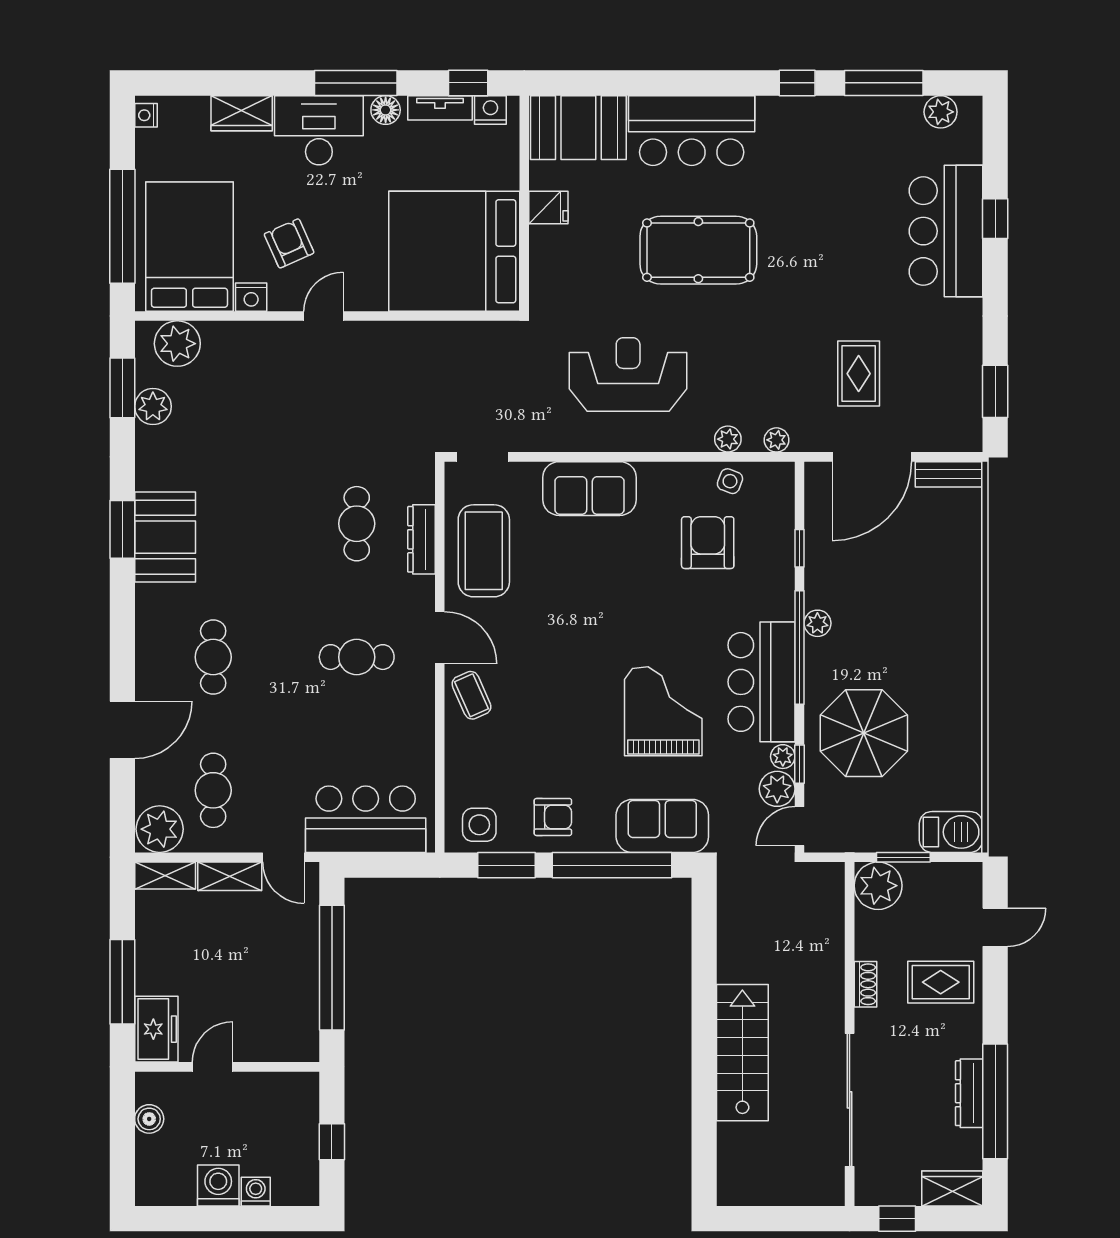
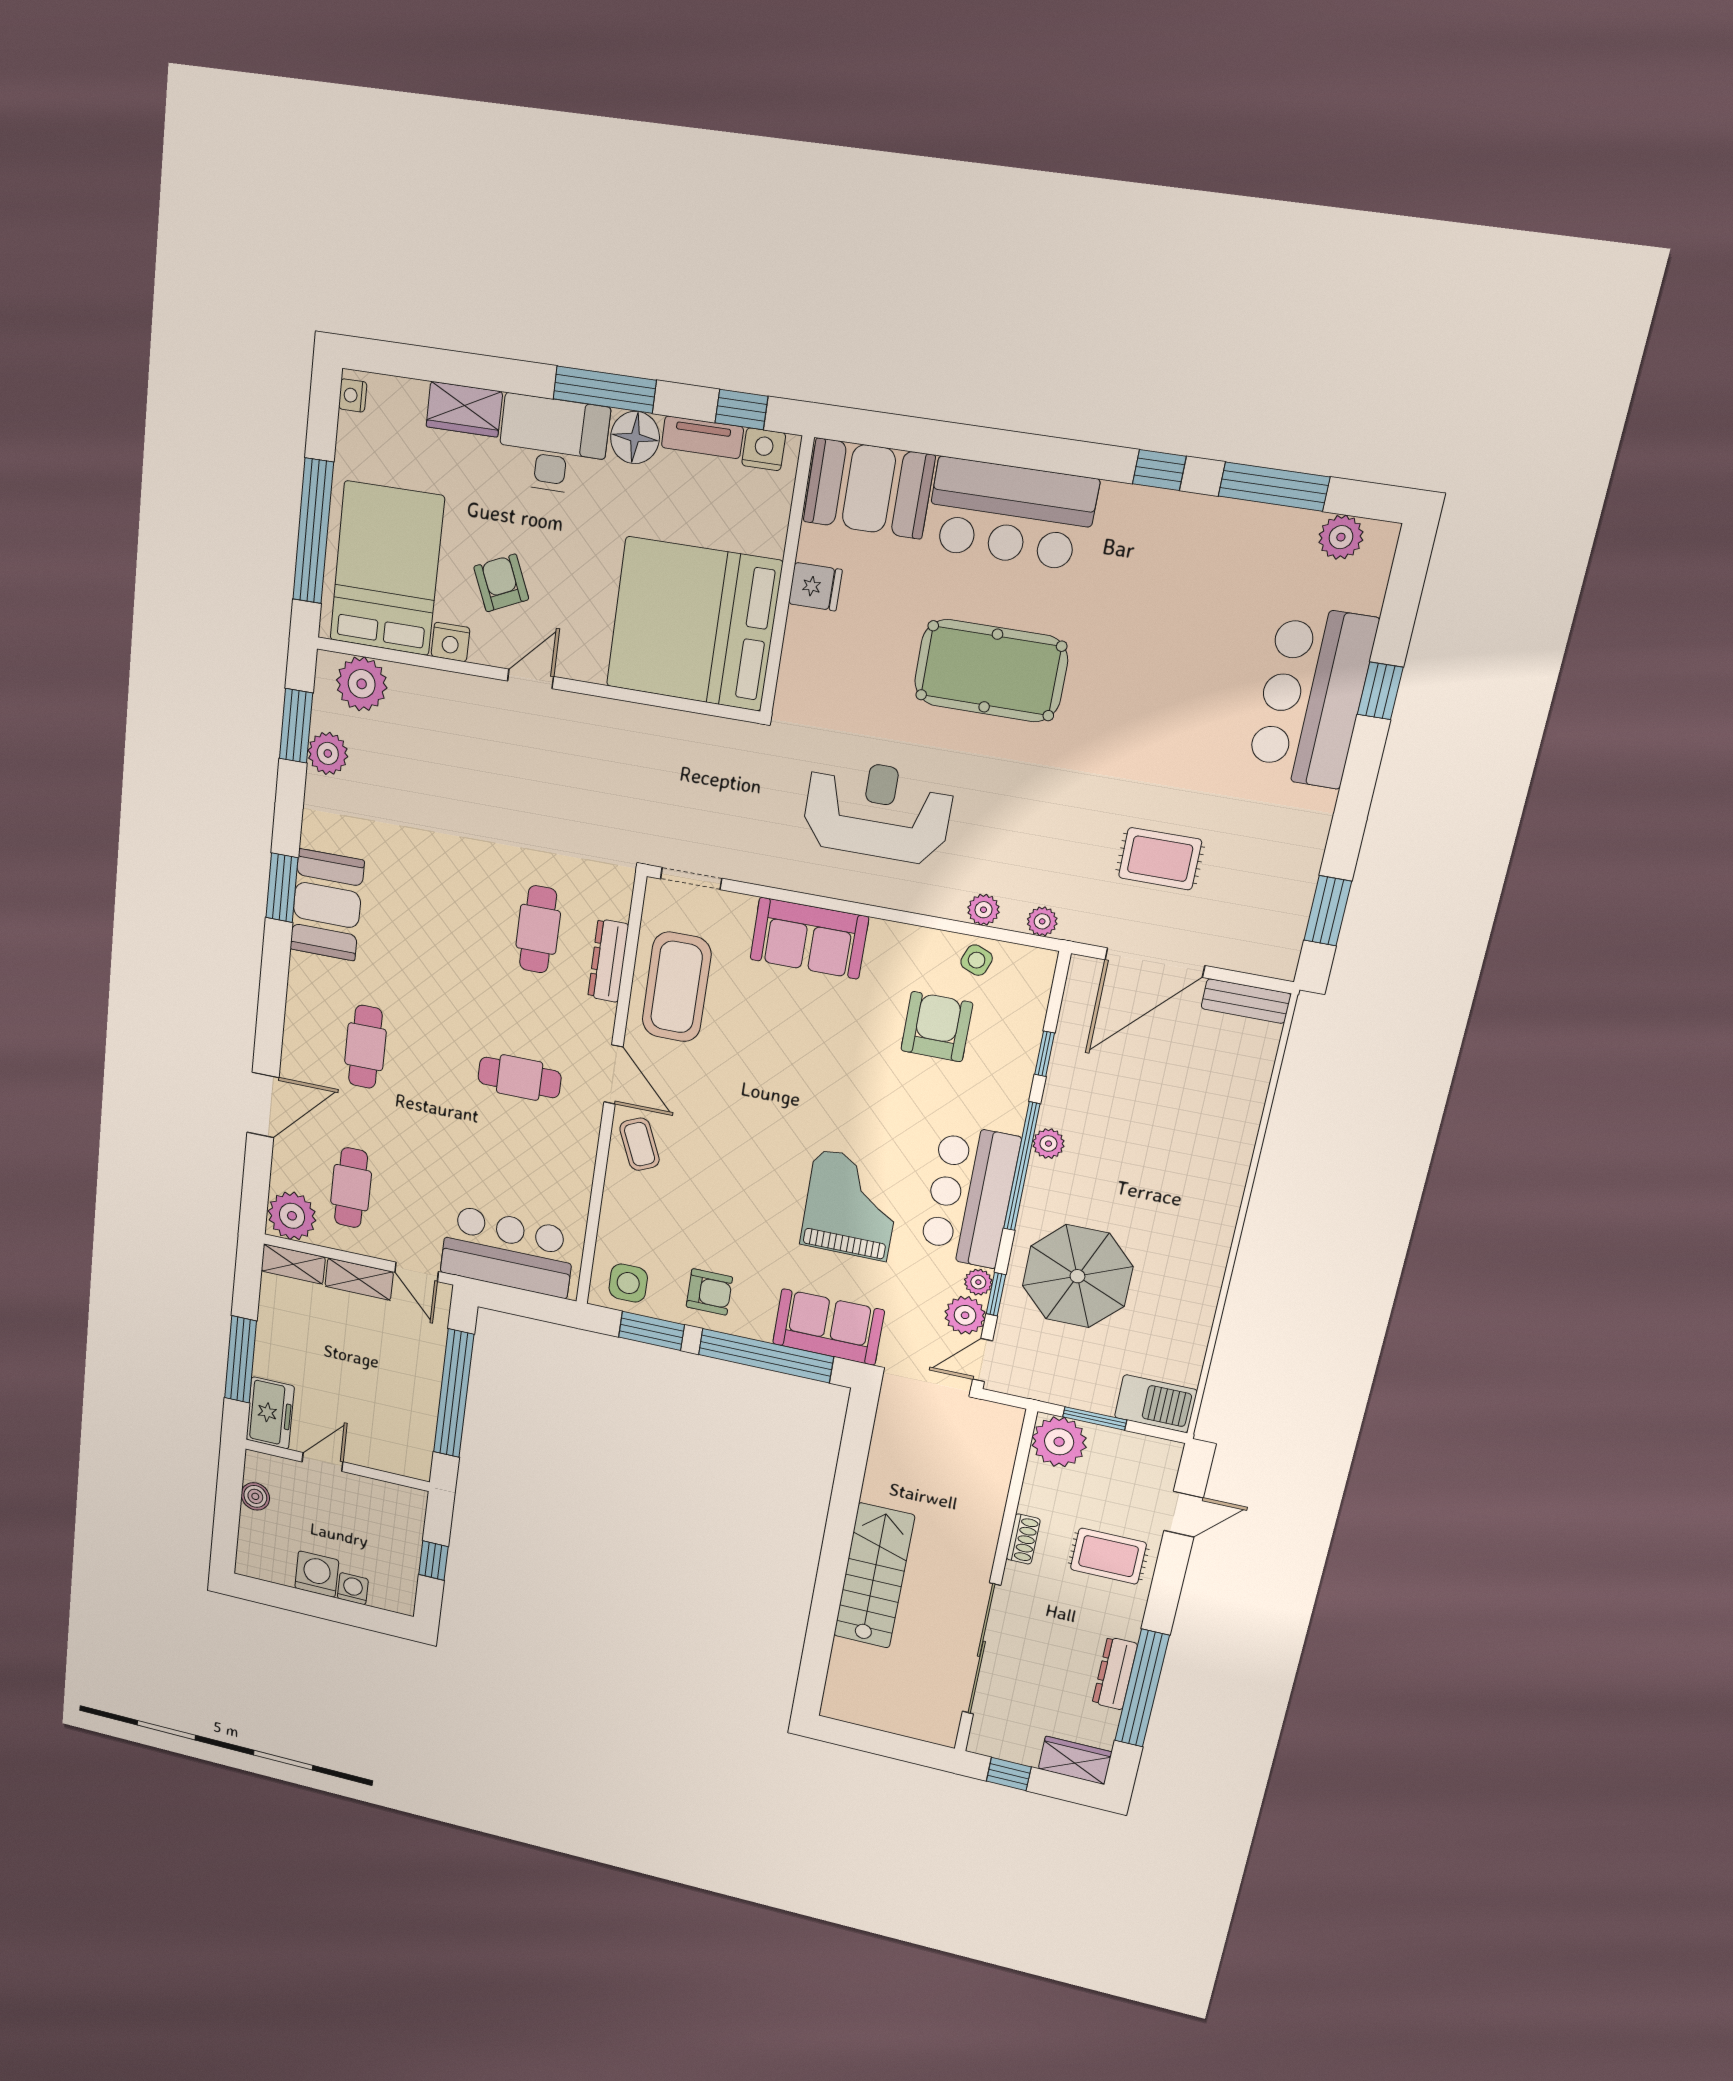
floor lamp: (386, 110) -> (635, 437), width x1.38, depth x1.38
rug: (859, 374) -> (1160, 859), turned 90

